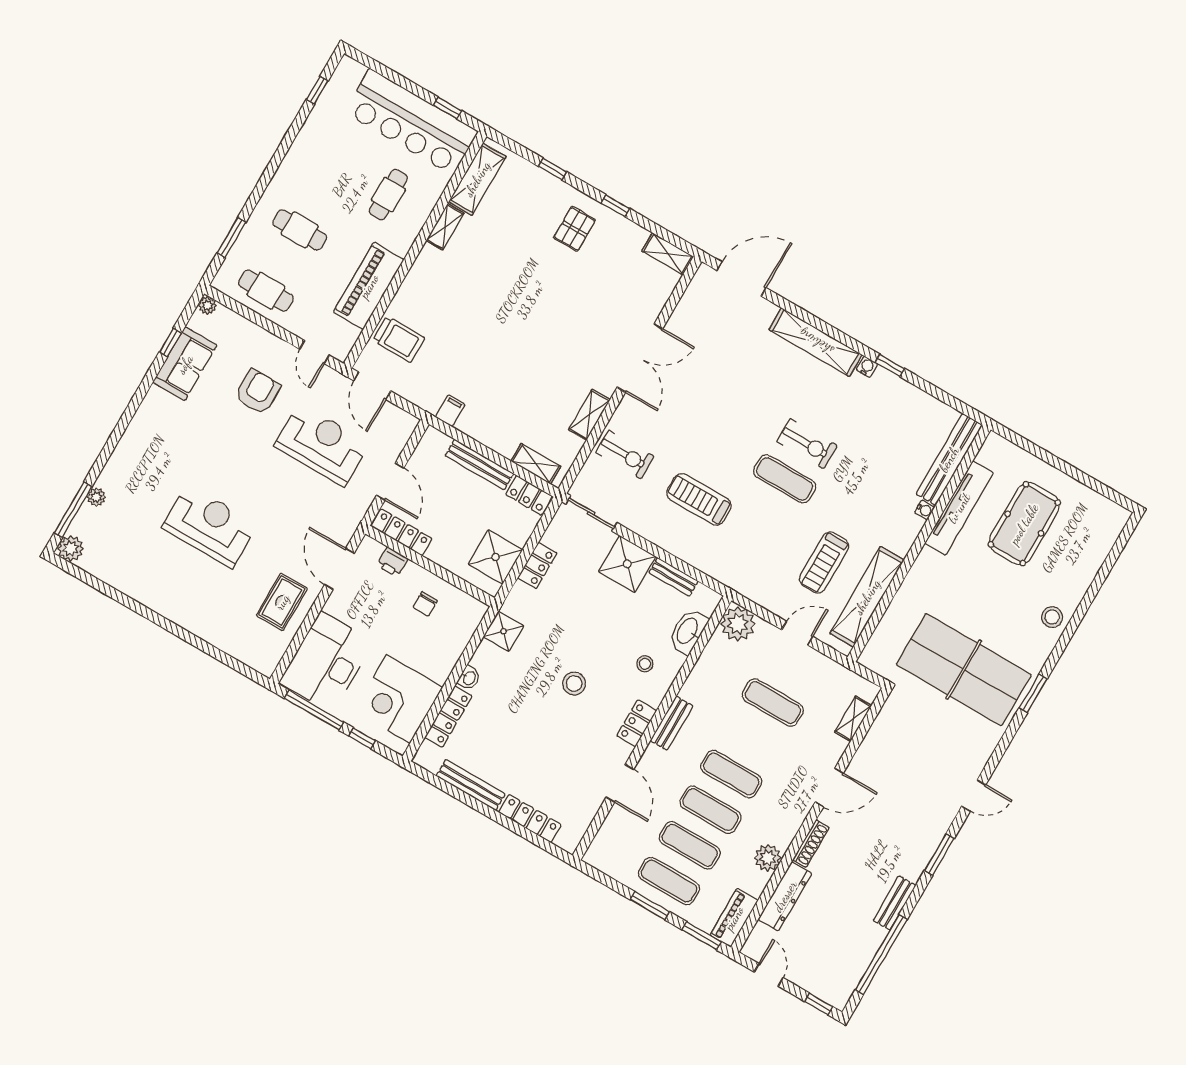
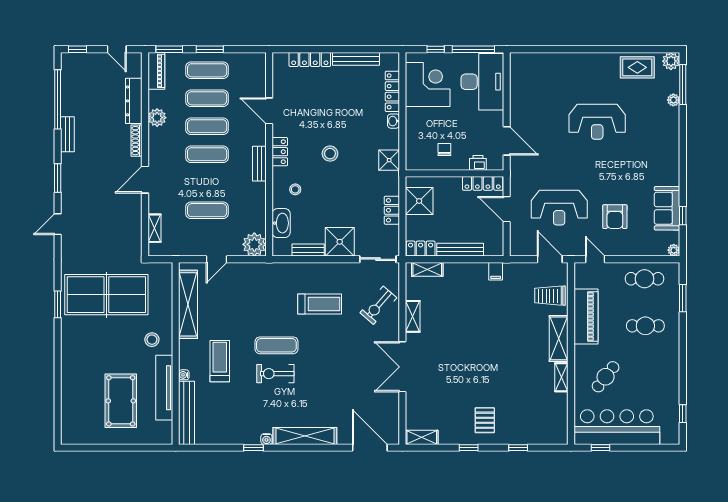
shelving: (477, 179) -> (559, 338), moved
cafe table: (388, 195) -> (606, 377), turned 38
door: (741, 279) -> (370, 448), swing flipped
exercise bike: (625, 454) -> (378, 305), turned -49
treadmill: (824, 563) -> (220, 361), moved
rug: (282, 602) -> (637, 67), moved, turned 90
stool: (1052, 617) -> (152, 340), moved

